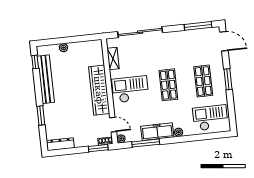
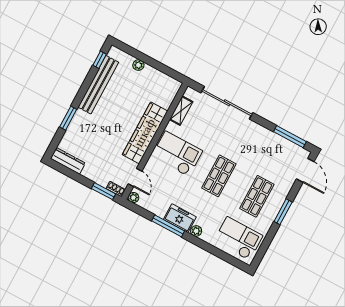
freezer: (157, 132) -> (180, 218), width x0.71
window: (146, 143) -> (168, 226), moved

